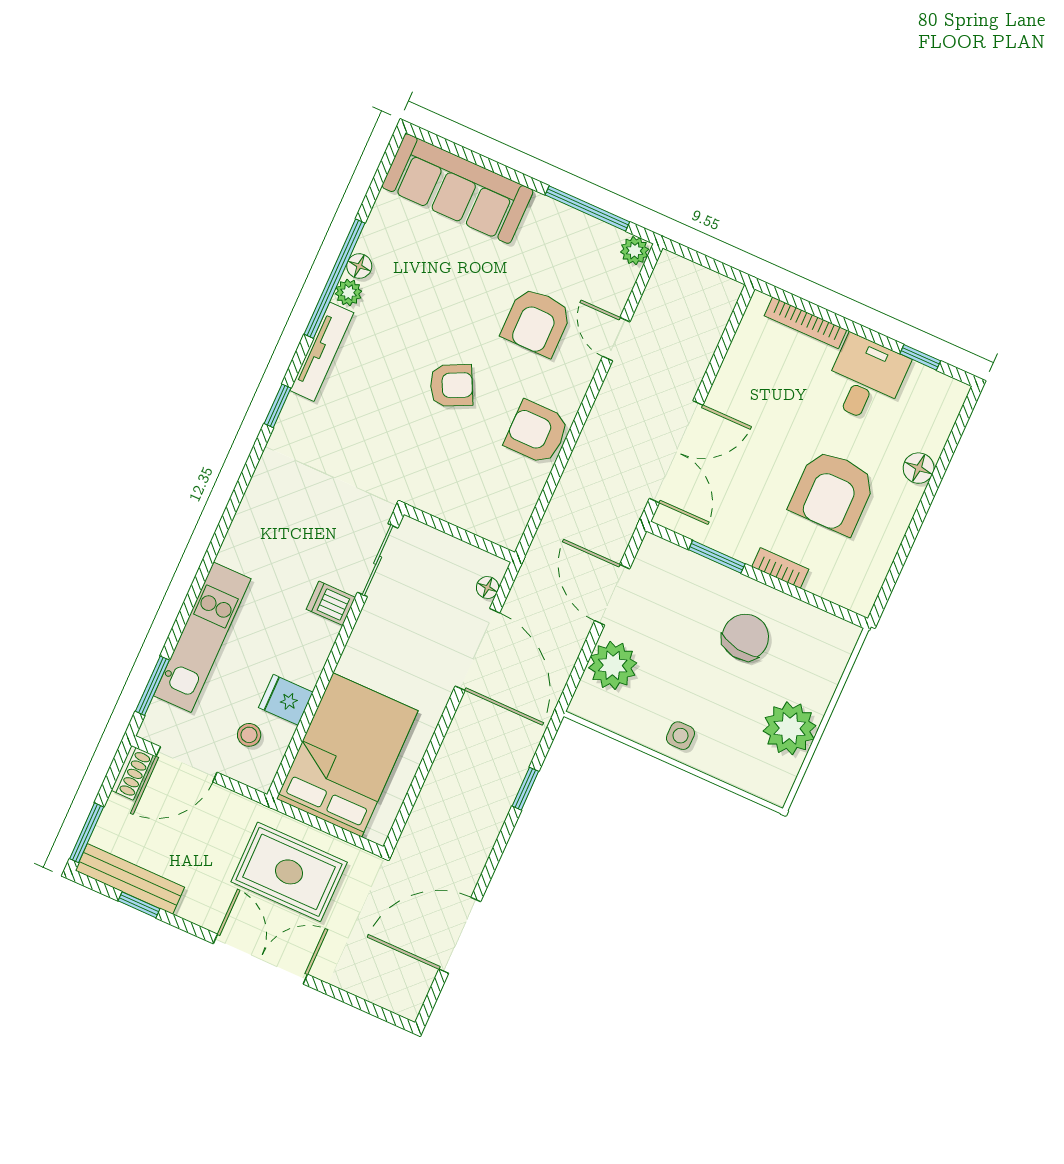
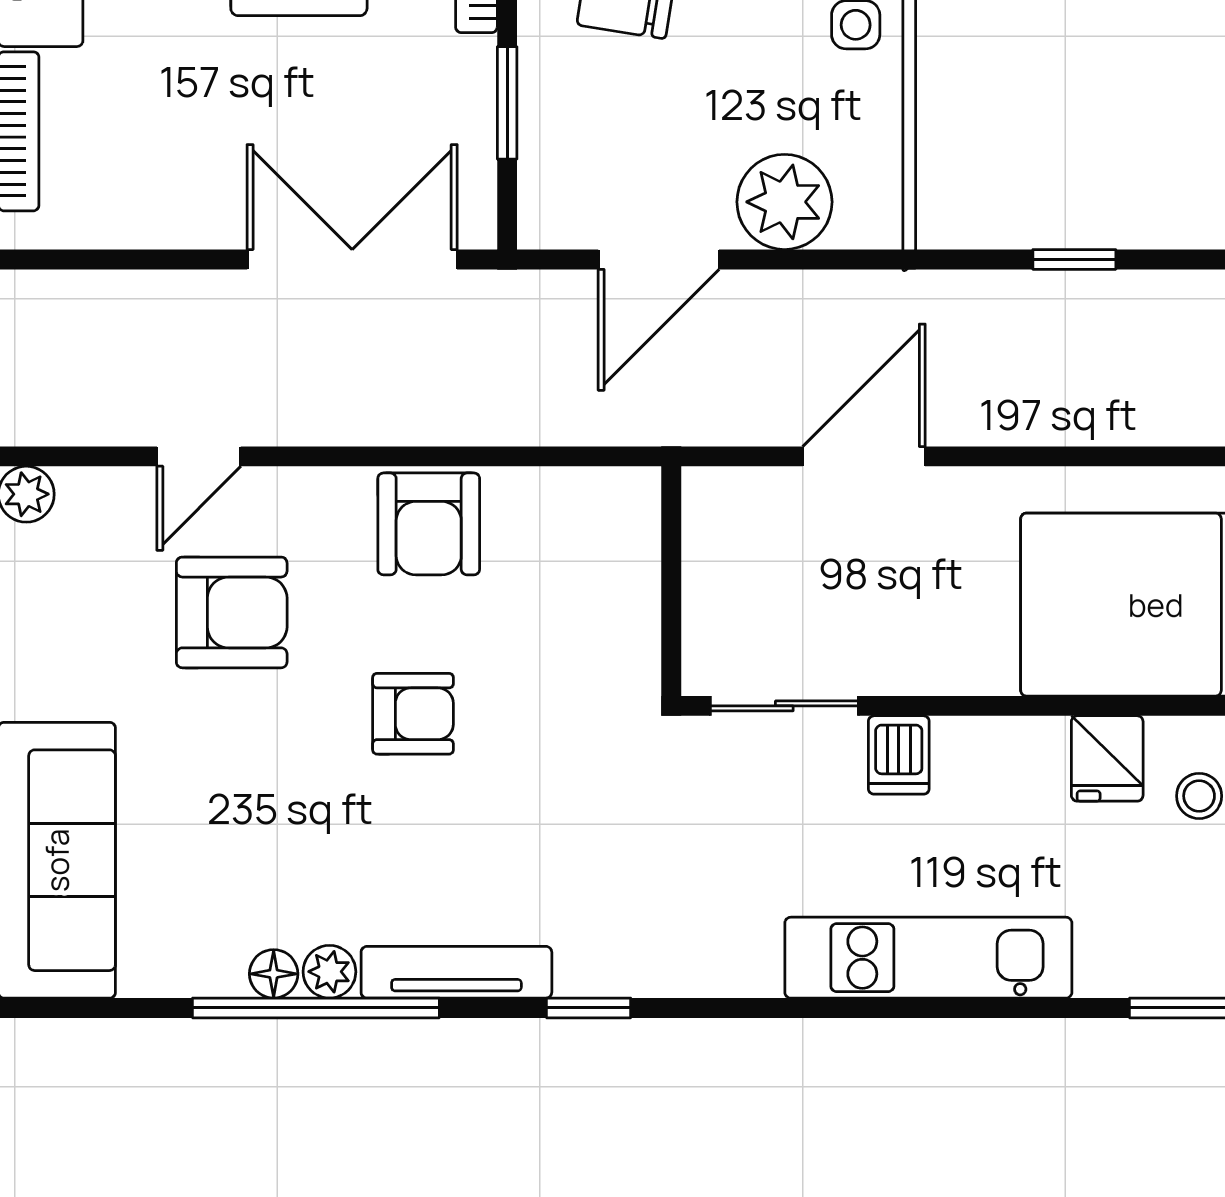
armchair: (451, 385) -> (413, 714), turned 116
floor lamp: (488, 587) -> (745, 488), removed
kitchen unit: (202, 637) -> (928, 958), moved
door: (477, 649) -> (864, 456), width x0.73

